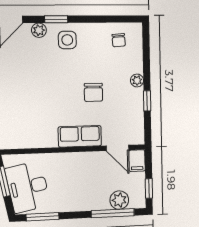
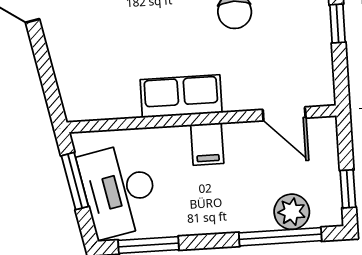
row of seats: (80, 136) -> (181, 96), moved
filing cabinet: (137, 161) -> (207, 144), moved

